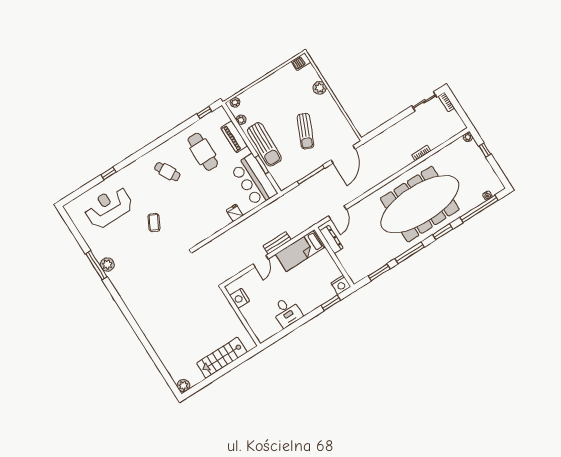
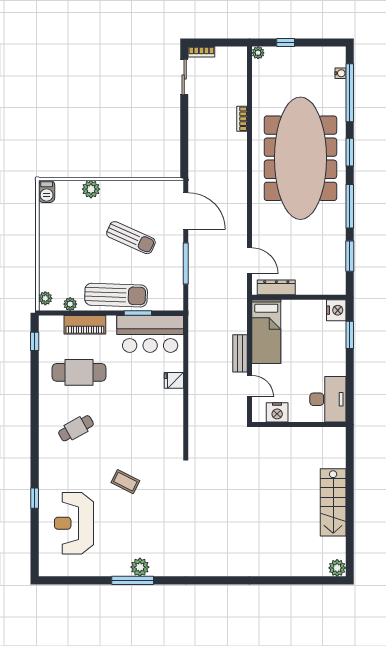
nightstand: (240, 298) -> (277, 412), moved
desk: (287, 312) -> (328, 399), width x1.37
wall: (241, 316) -> (299, 424), moved

